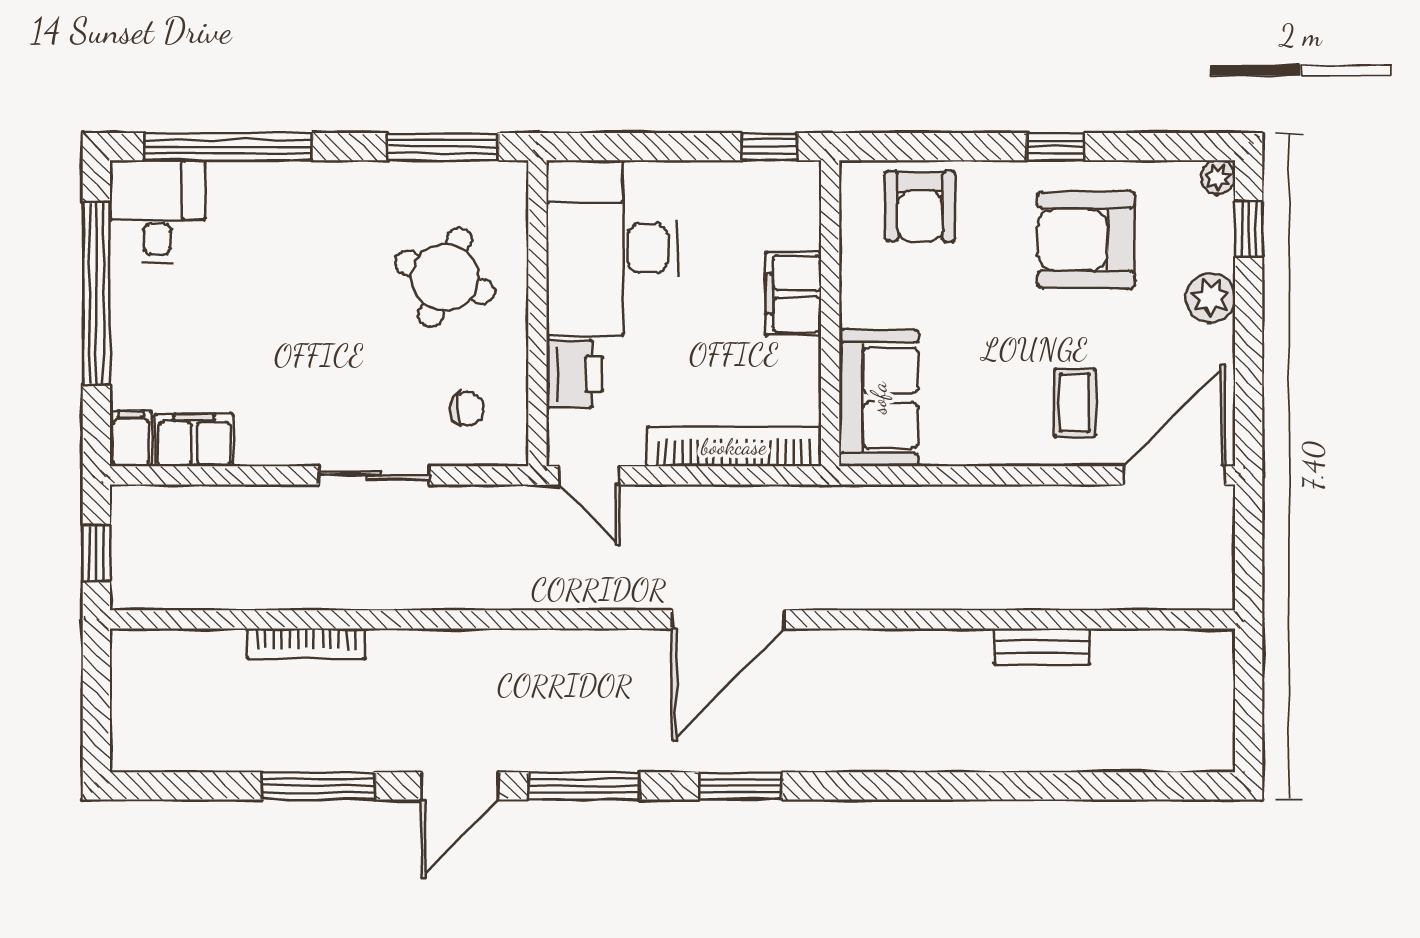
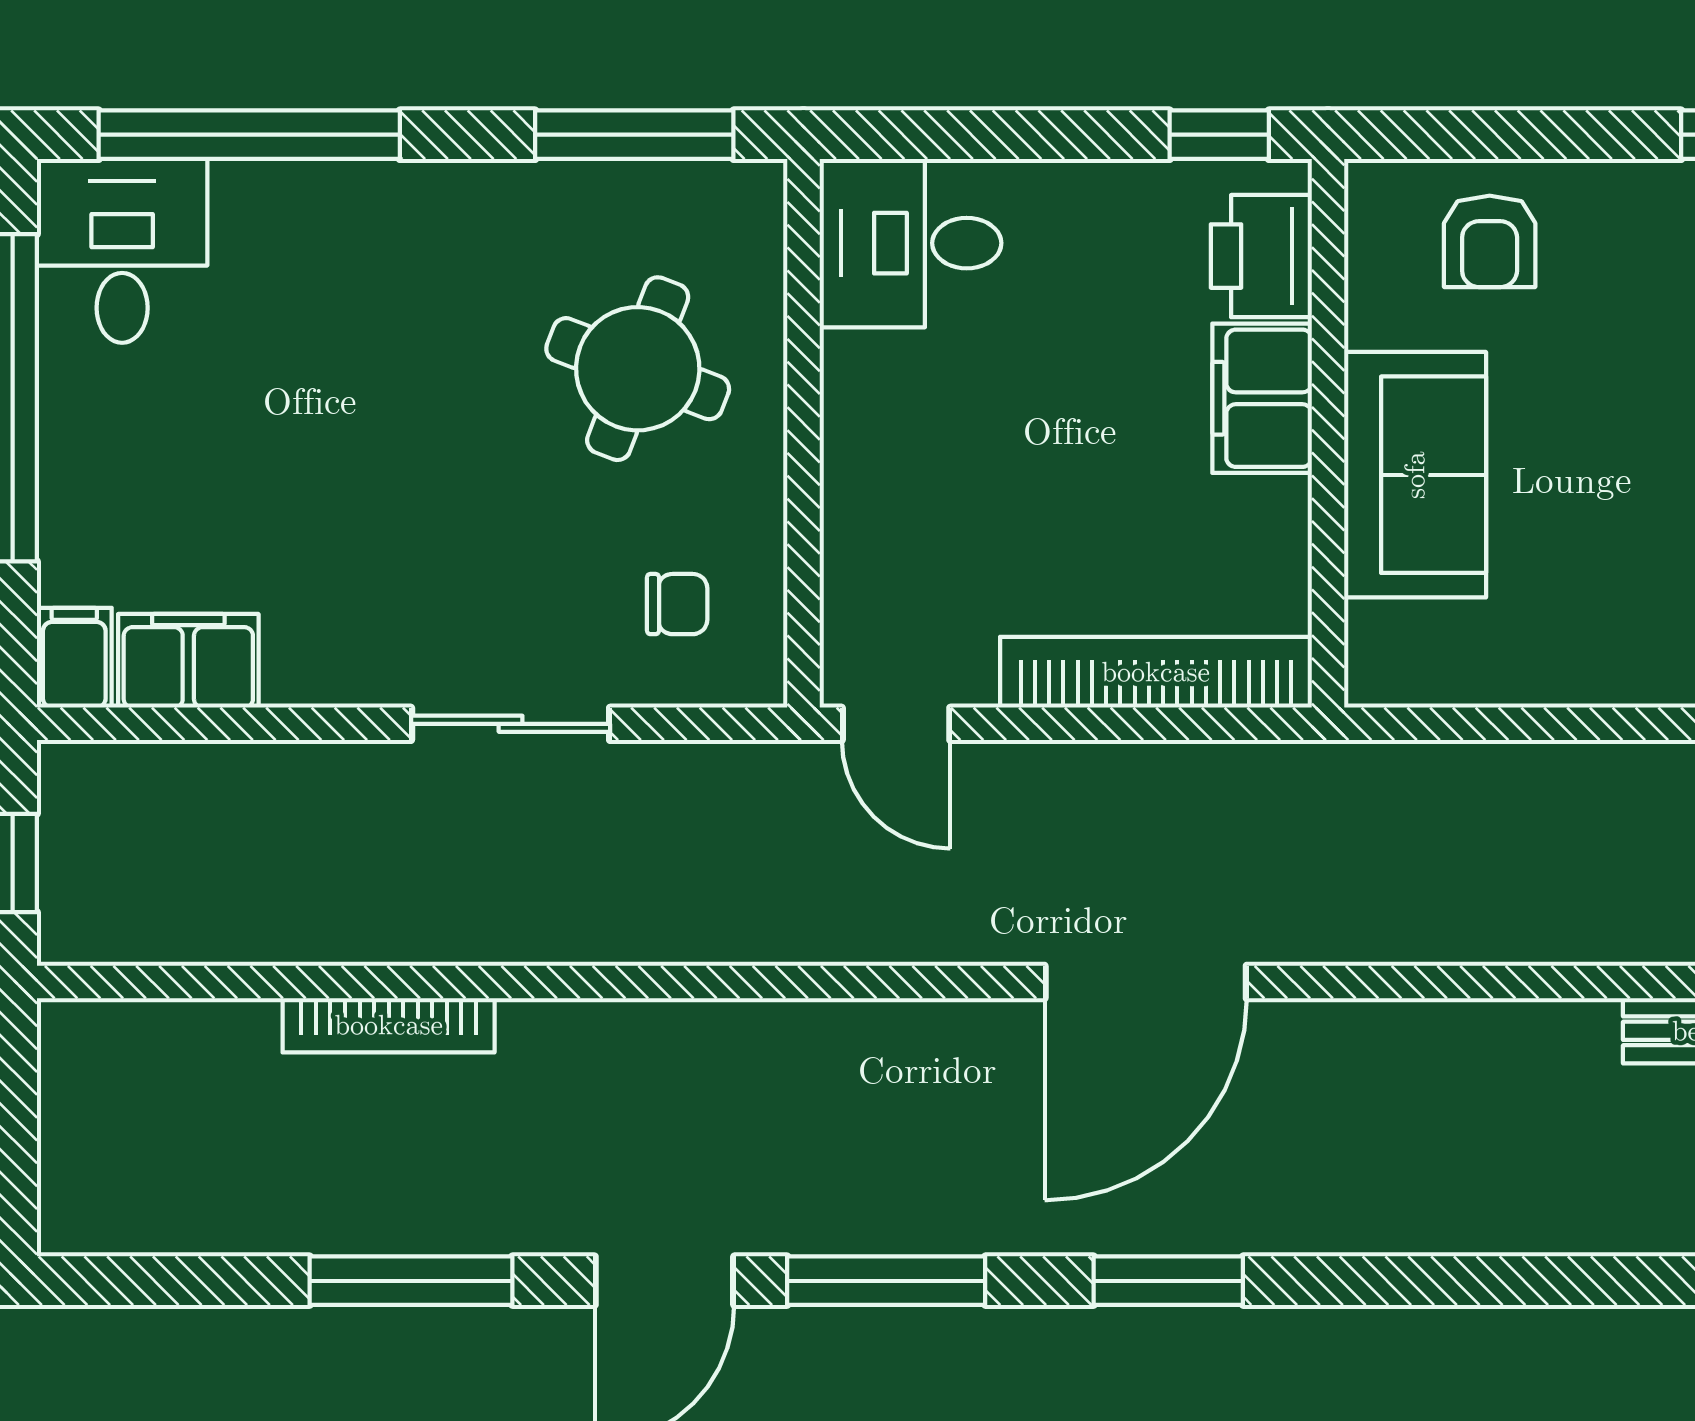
armchair: (920, 206) -> (1490, 241), width x0.72, depth x0.72
desk: (612, 248) -> (910, 243), width x0.53, depth x0.77
printer: (575, 374) -> (1261, 256), moved, turned 180
sofa: (879, 398) -> (1415, 475), moved

